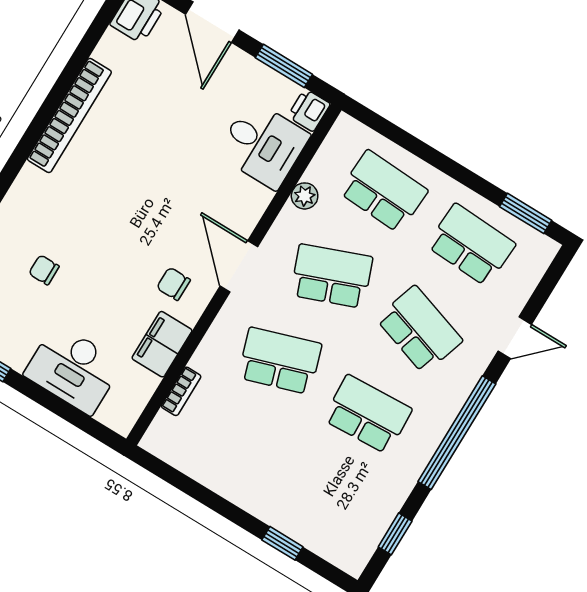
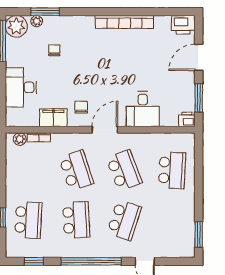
desk: (263, 144) -> (143, 109), moved
plant: (305, 196) -> (20, 139), moved
school desk: (471, 245) -> (28, 220), moved

